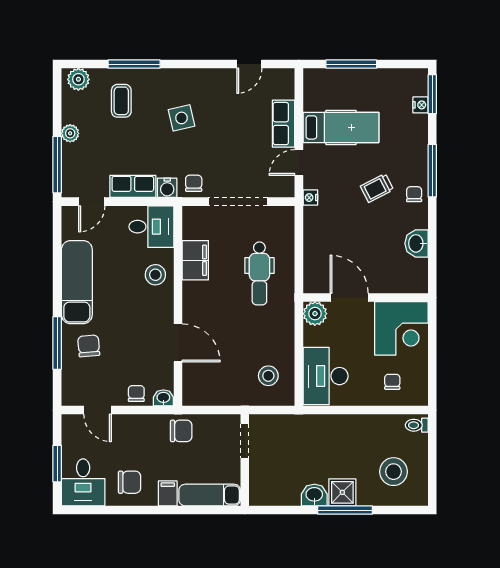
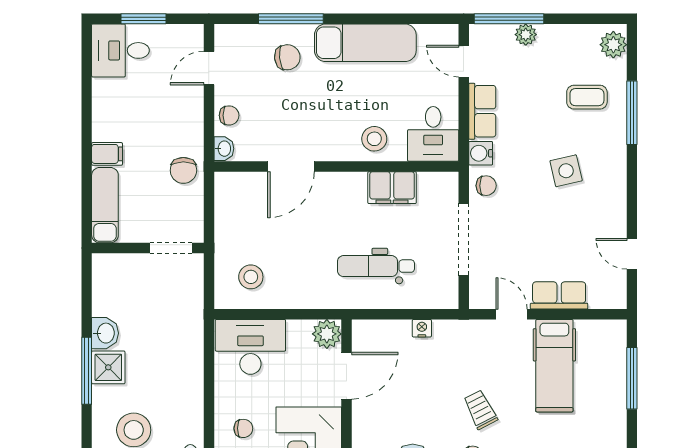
plant: (70, 133) -> (526, 35), moved
nightstand: (310, 198) -> (422, 328), moved
chair: (129, 482) -> (121, 107), removed

